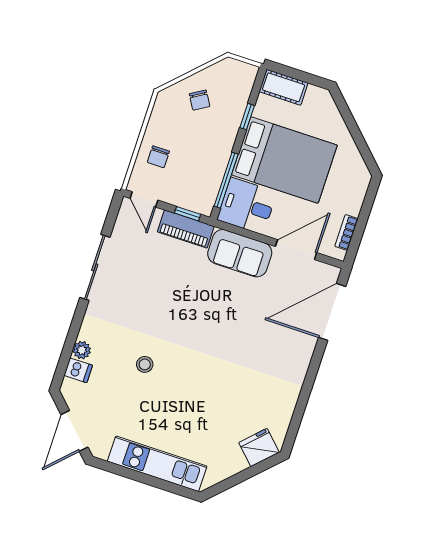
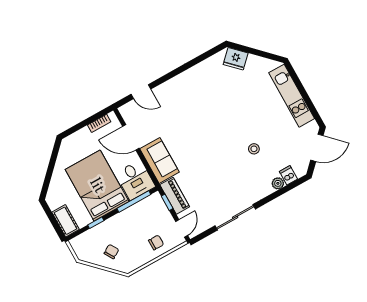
door: (332, 312) -> (141, 92), width x0.53

